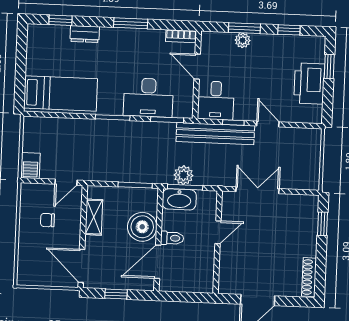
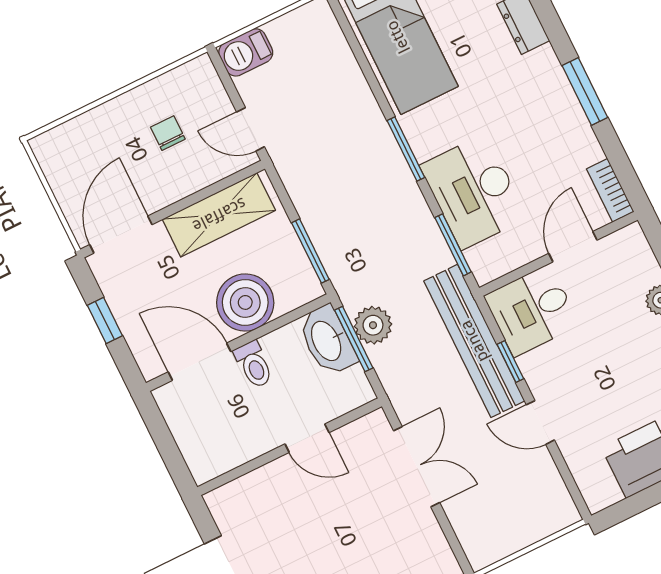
door: (268, 124) -> (540, 422), swing flipped
shelving: (94, 217) -> (219, 215), width x1.50, depth x1.33

